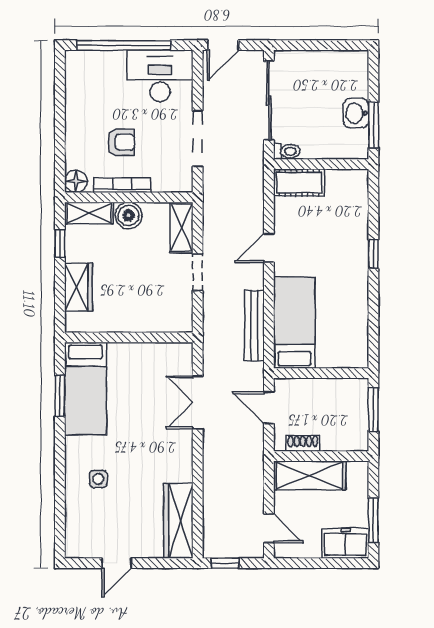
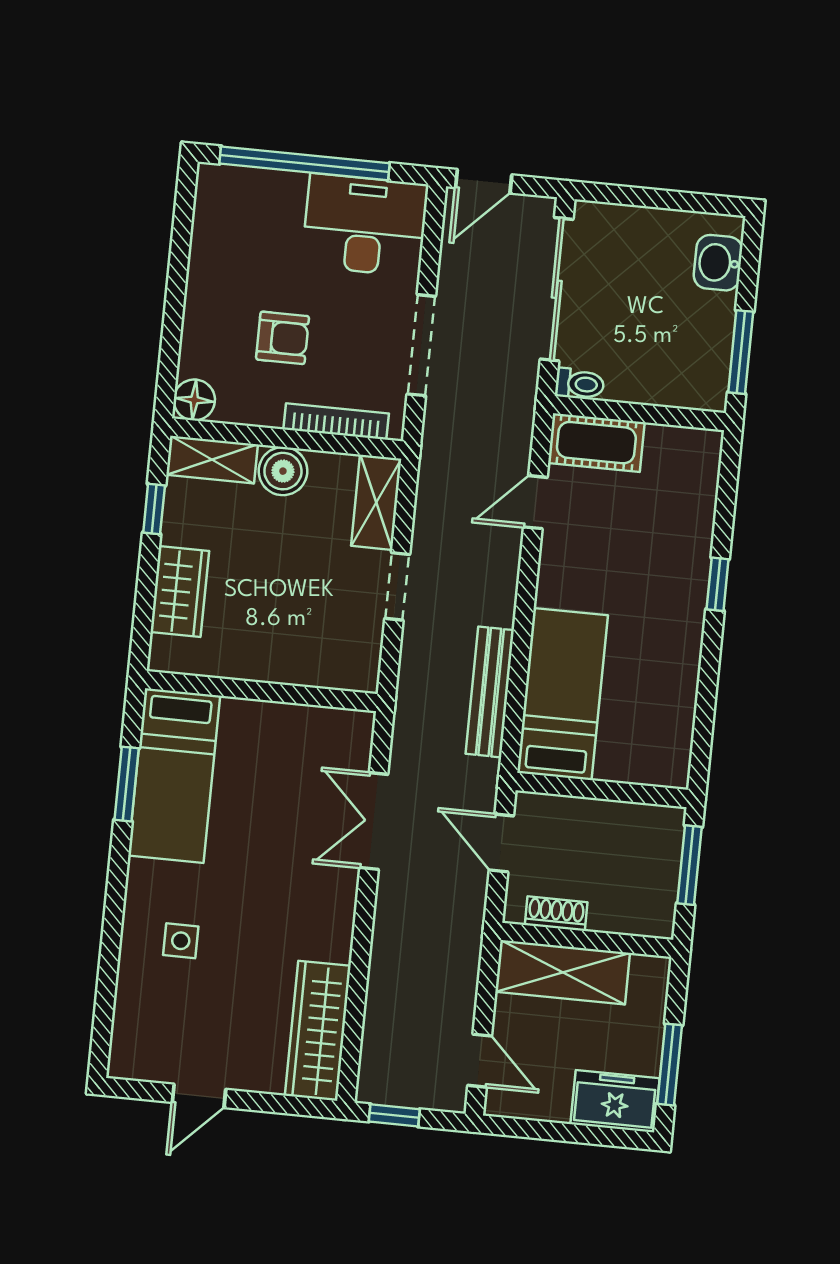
washbasin: (356, 113) -> (718, 263), moved
bookcase: (122, 185) -> (336, 421), moved
door: (269, 248) -> (535, 502), moved

